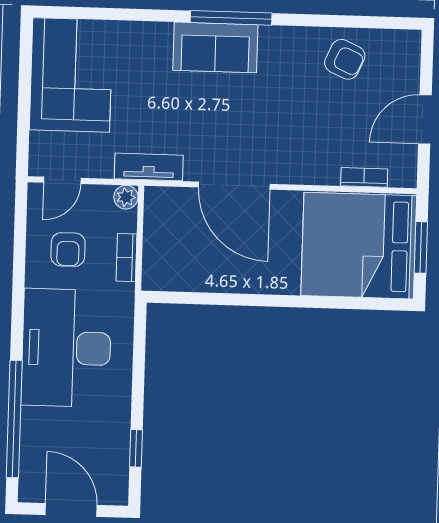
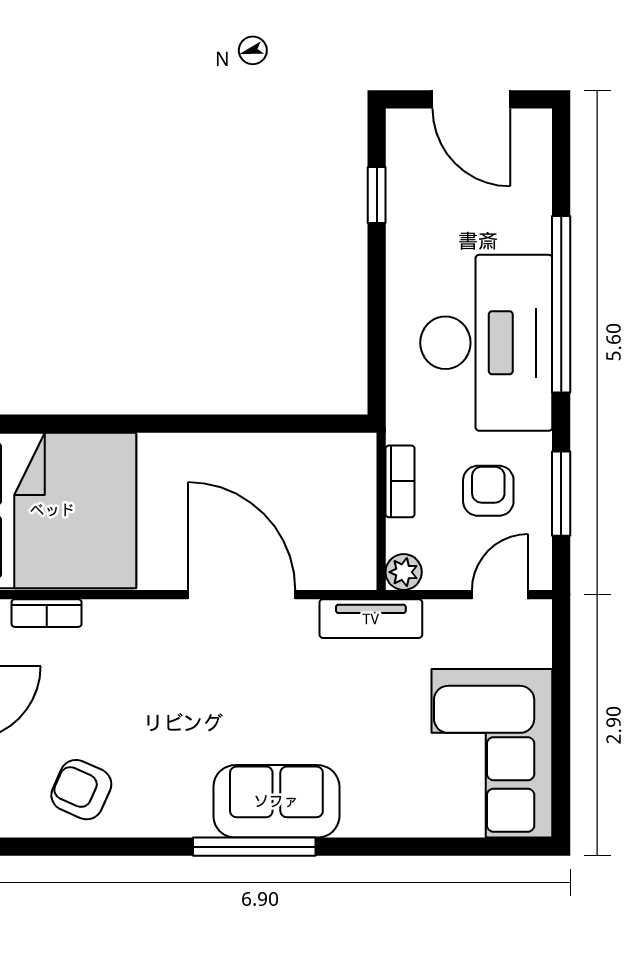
window: (20, 246) -> (561, 494), added
window: (14, 419) -> (561, 304), moved

